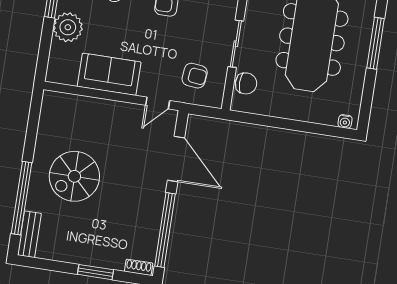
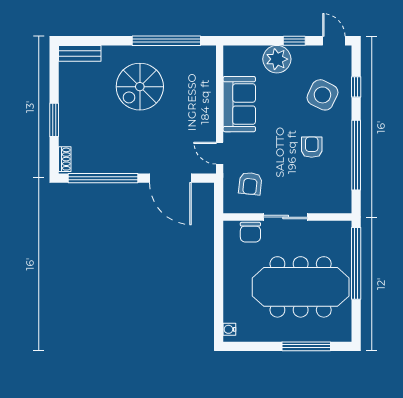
door: (176, 159) -> (170, 178), hinge flipped
spiral stairs: (74, 176) -> (140, 87), turned -90
window: (22, 198) -> (166, 41), moved

